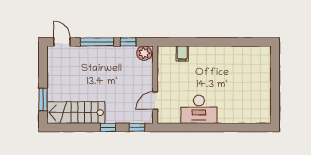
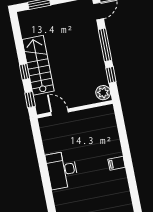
filing cabinet: (182, 54) -> (117, 163), moved
desk: (199, 109) -> (62, 170), moved
stairs: (76, 113) -> (38, 65), moved

